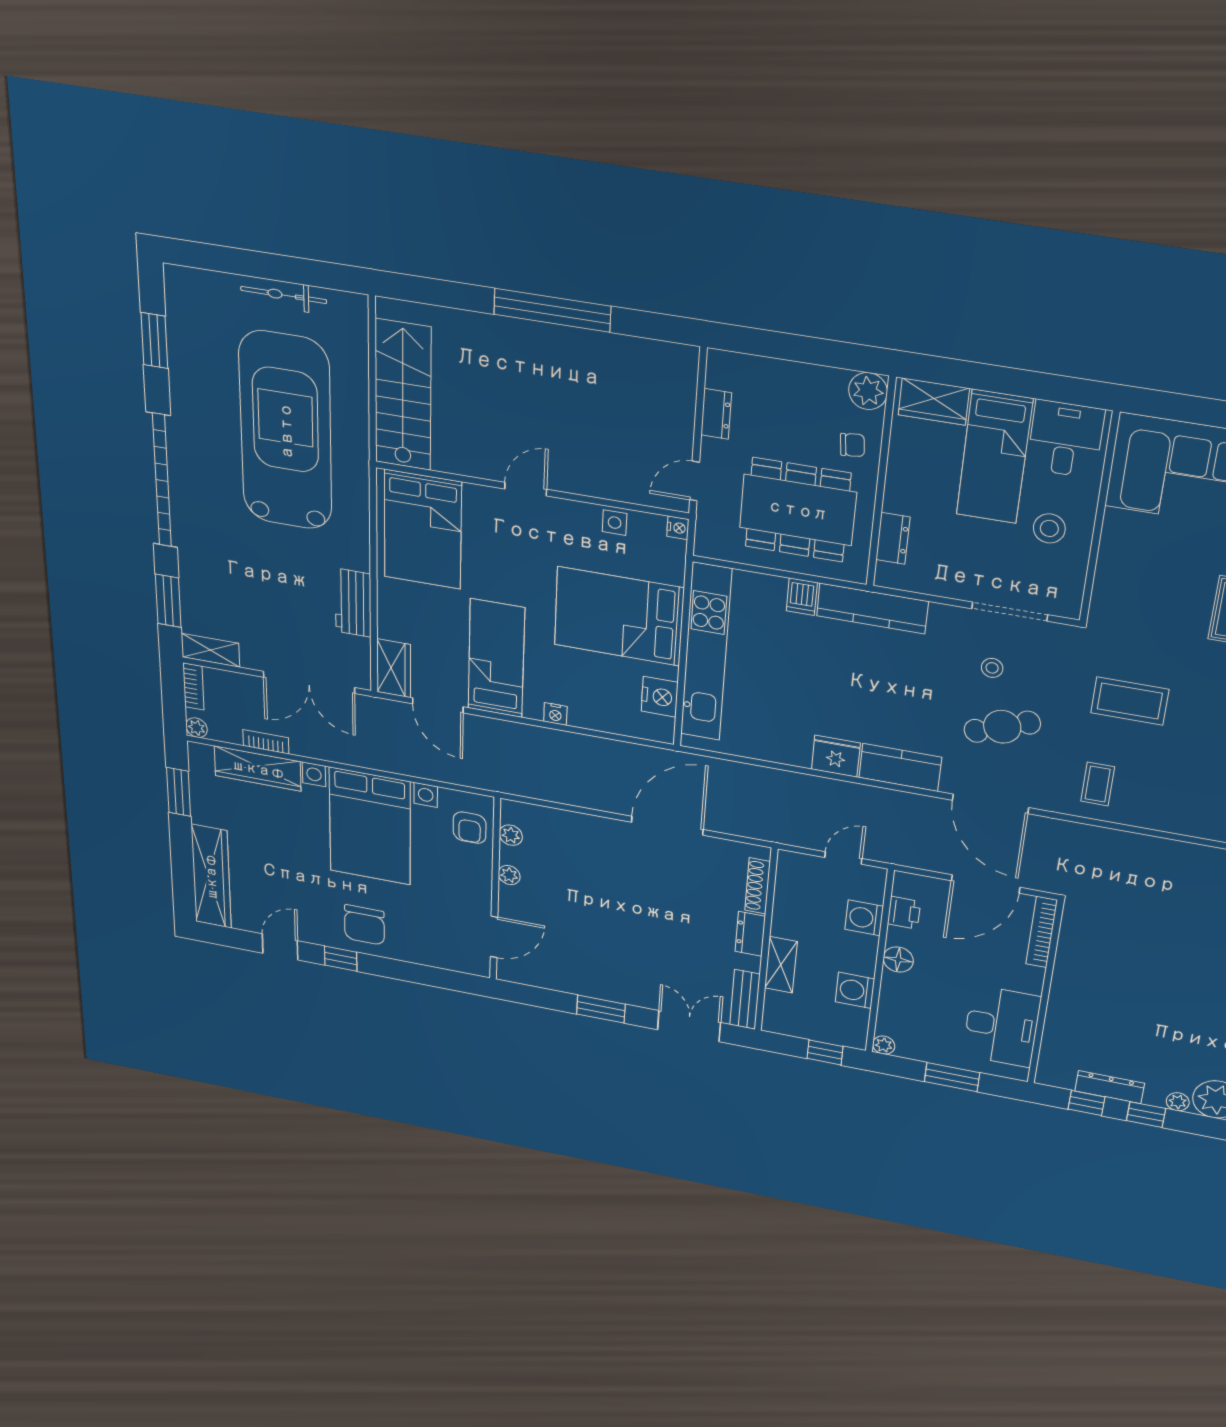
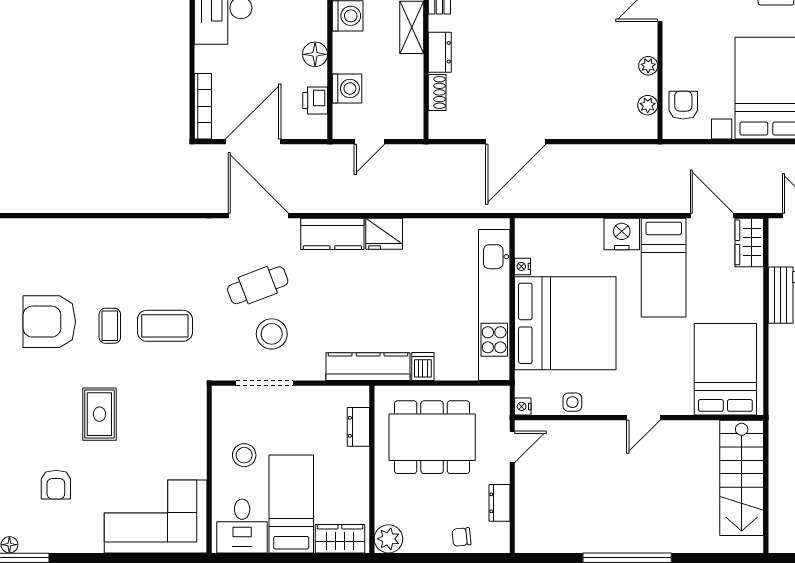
chair: (852, 445) -> (461, 537), moved
bed: (619, 616) -> (565, 323), width x1.36
stool: (992, 668) -> (272, 334), width x1.89, depth x1.89
nightstand: (660, 697) -> (523, 266), width x0.53, depth x0.56
nightstand: (555, 714) -> (622, 234), width x1.89, depth x1.79
coffee table: (1098, 784) -> (110, 326), moved
shoe rack: (758, 886) -> (437, 92), width x0.70

